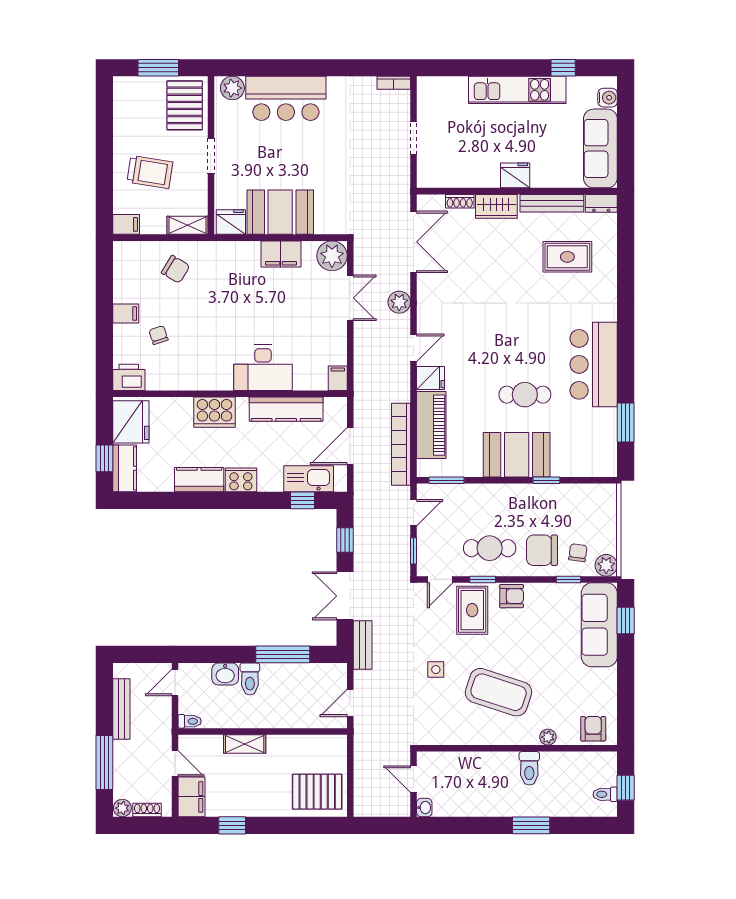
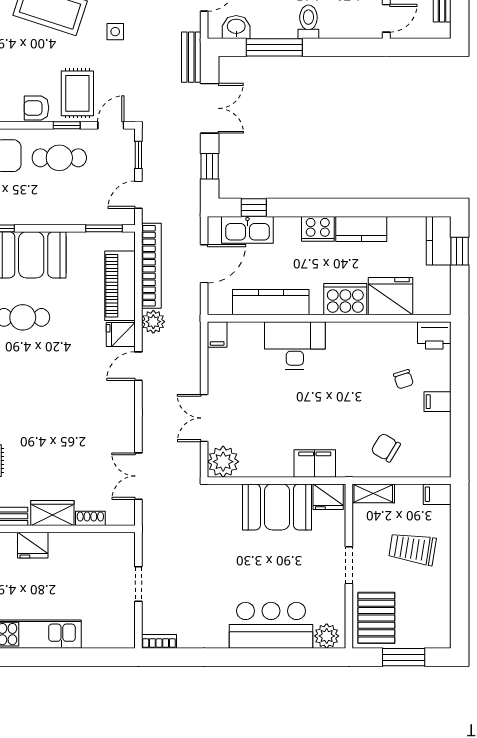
double door: (414, 242) -> (138, 476), width x0.73
filing cabinet: (281, 254) -> (315, 463), moved
plant: (399, 302) -> (153, 322), moved
fridge: (131, 422) -> (391, 296), moved, turned 90
washbasin: (225, 674) -> (236, 27), moved

